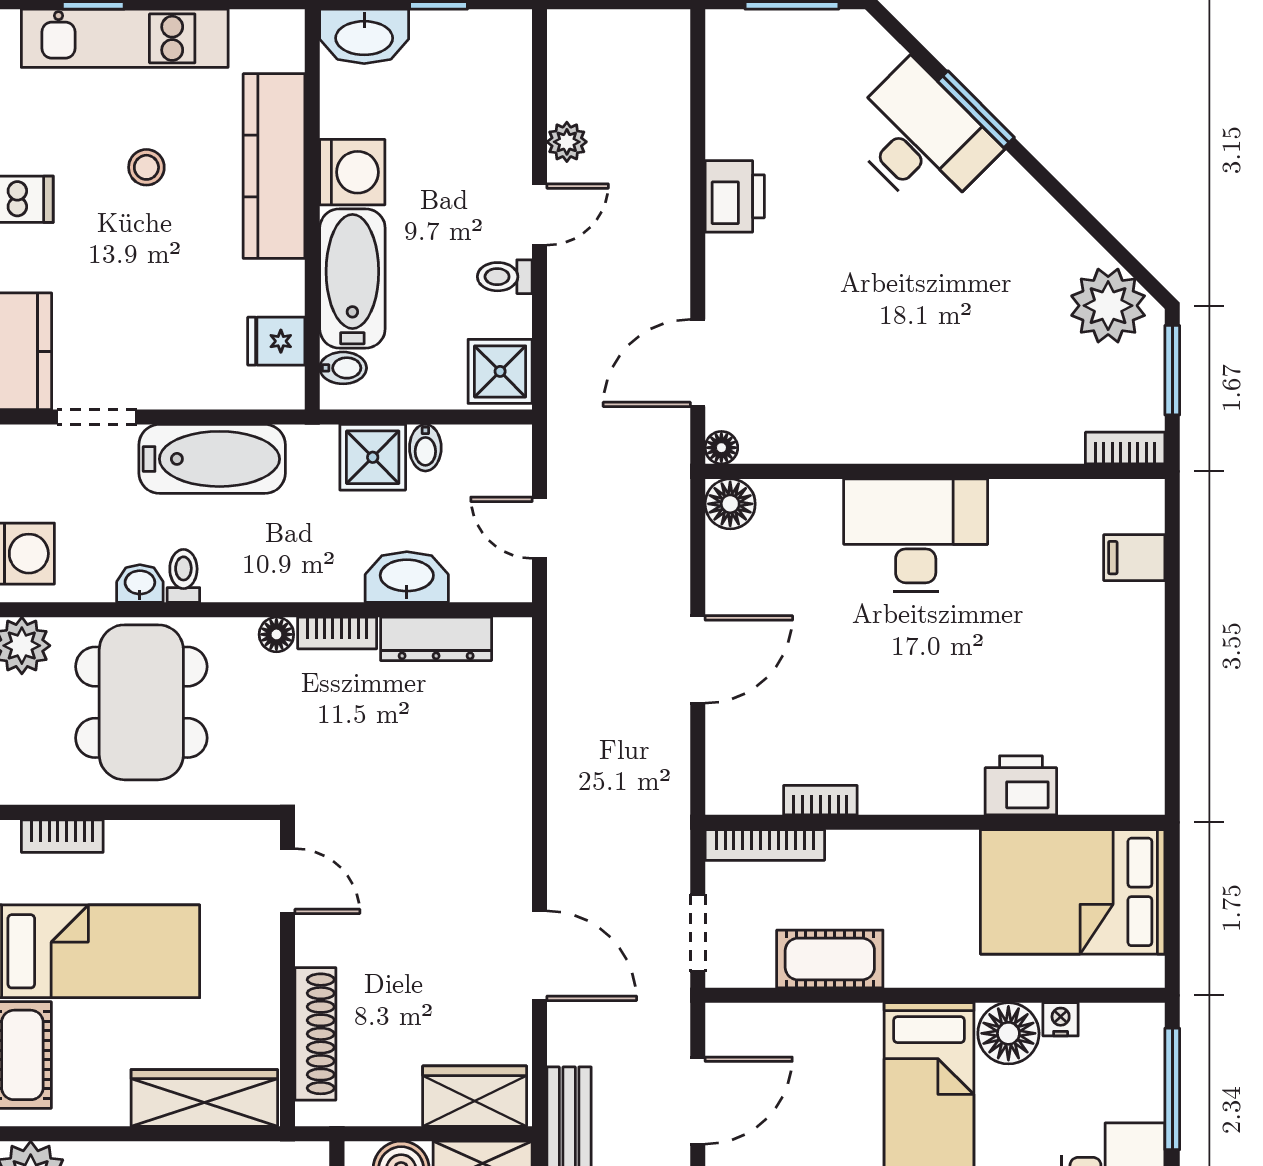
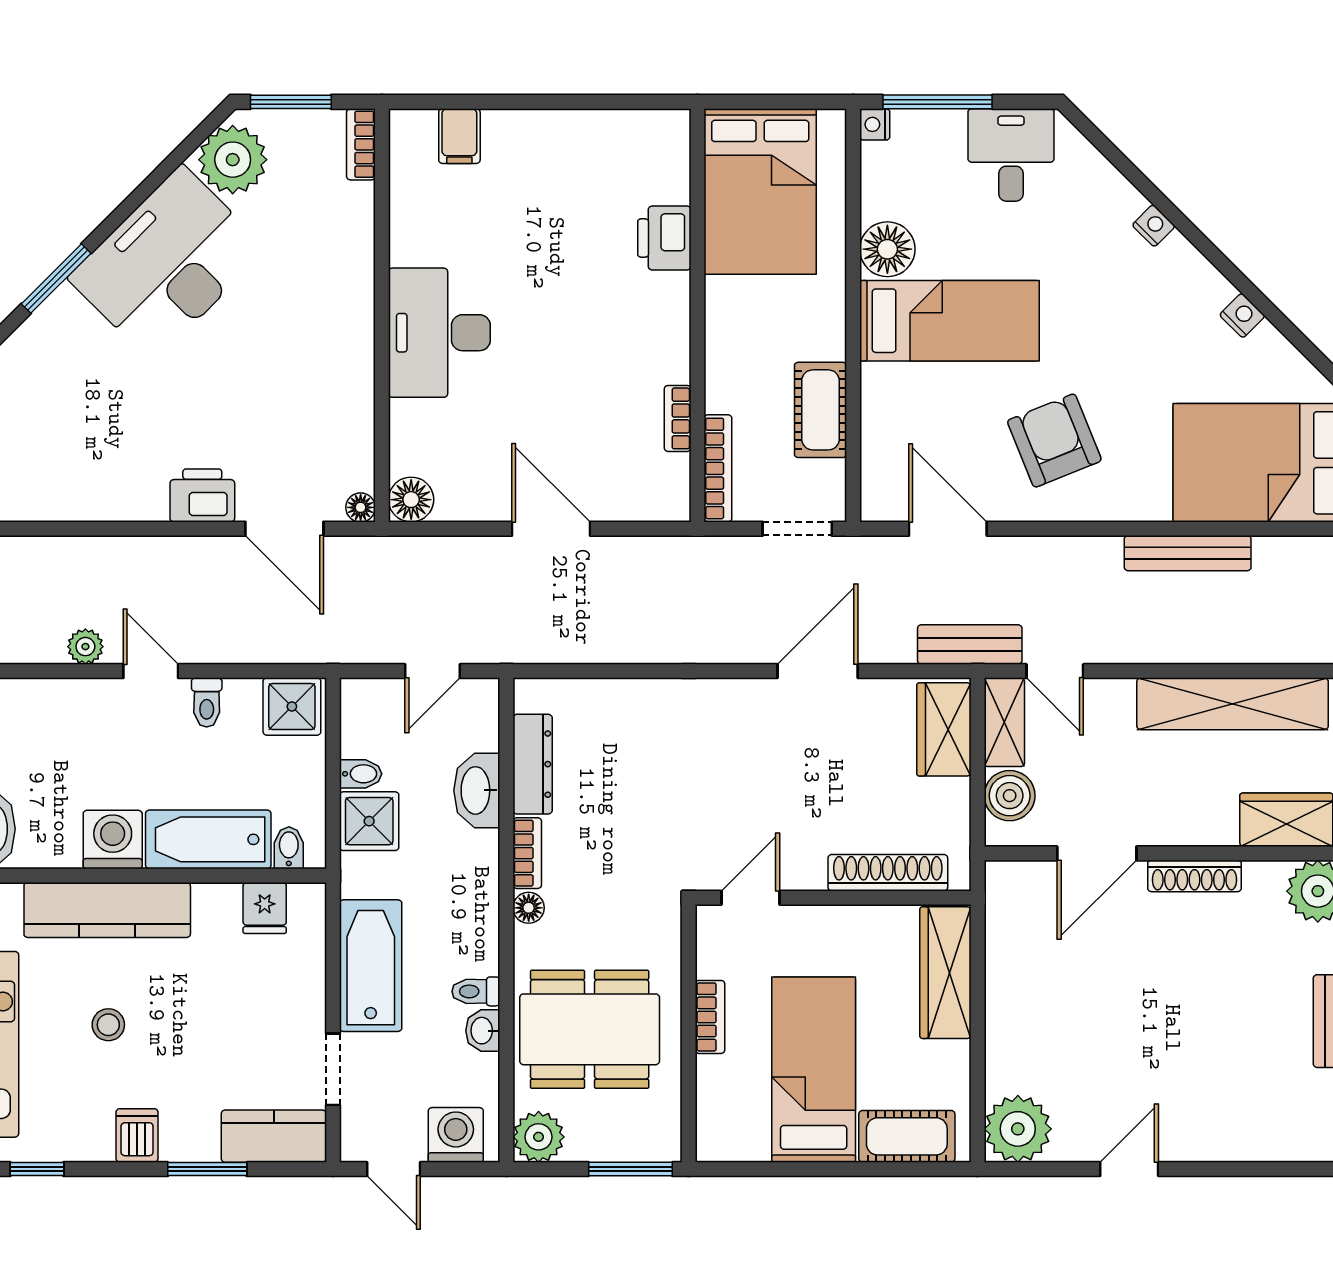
desk: (921, 139) -> (167, 264), moved, width x1.36, depth x1.30
printer: (735, 196) -> (202, 495), moved
bookcase: (62, 836) -> (710, 1017), moved
nightstand: (1061, 1019) -> (875, 124), moved

